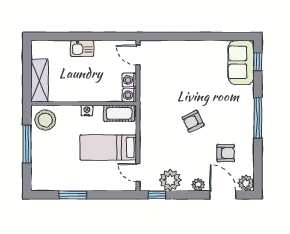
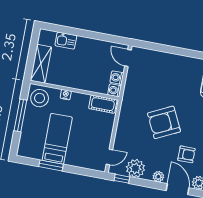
kitchen sink: (82, 48) -> (66, 41), moved
nightstand: (87, 110) -> (66, 95), moved
armchair: (193, 121) -> (164, 122), width x1.88, depth x1.88
bed: (108, 147) -> (57, 139), moved, turned 90
door: (138, 173) -> (109, 157), swing flipped

